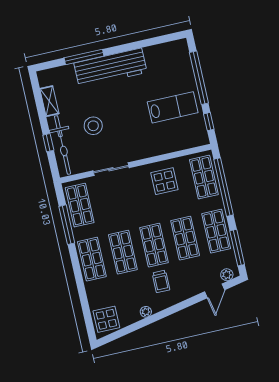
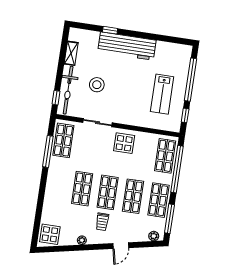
window: (84, 57) -> (110, 30), width x0.46
lab bench: (173, 107) -> (162, 94), turned 90
window: (48, 143) -> (56, 98), moved
display table: (164, 181) -> (124, 143), moved
shop shelf: (92, 259) -> (57, 185), removed
door: (215, 291) -> (121, 246), moved

